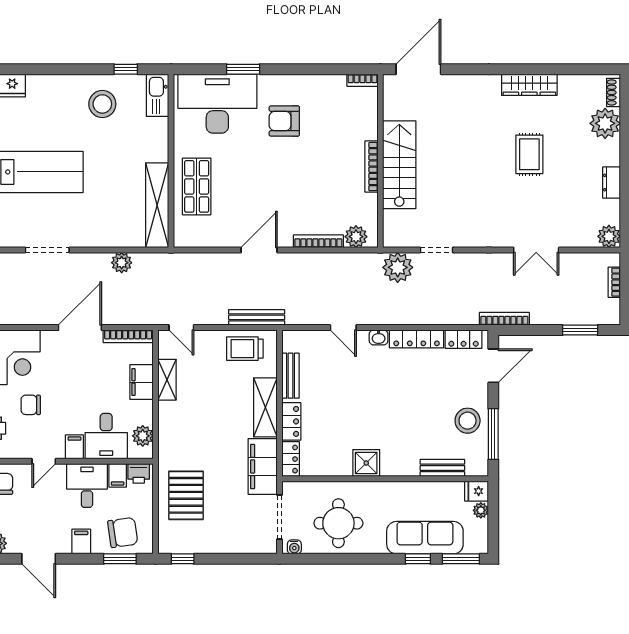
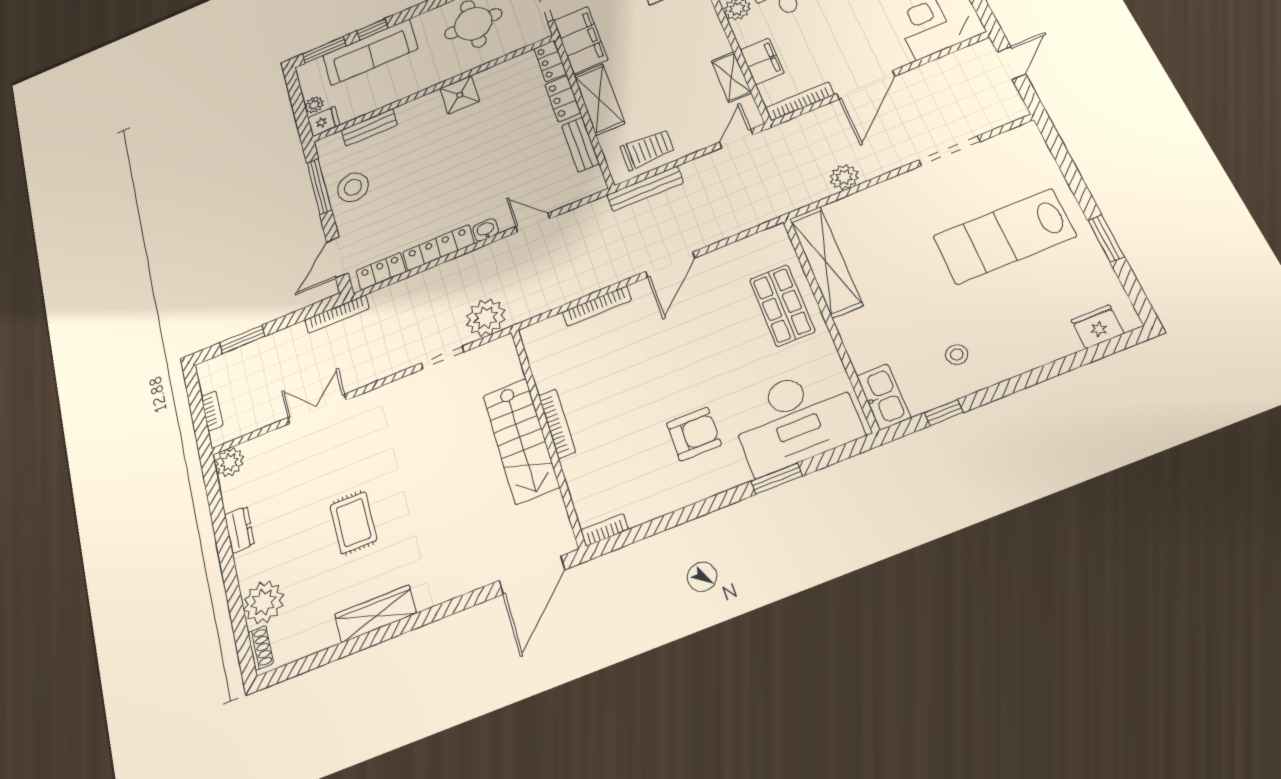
stool: (102, 104) -> (957, 355), width x0.53, depth x0.53
plant: (356, 237) -> (550, 331), removed
door: (181, 328) -> (736, 138), hinge flipped

